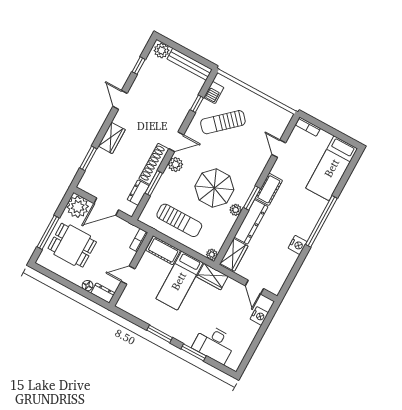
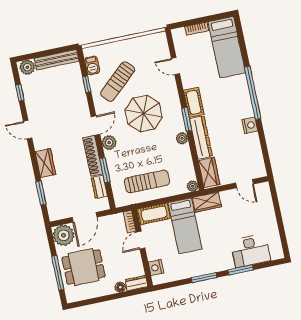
bookcase: (308, 127) -> (197, 29), moved
parasol: (214, 188) -> (144, 114), moved
door: (128, 275) -> (141, 240), moved
nightstand: (259, 316) -> (156, 268), moved, turned 180

